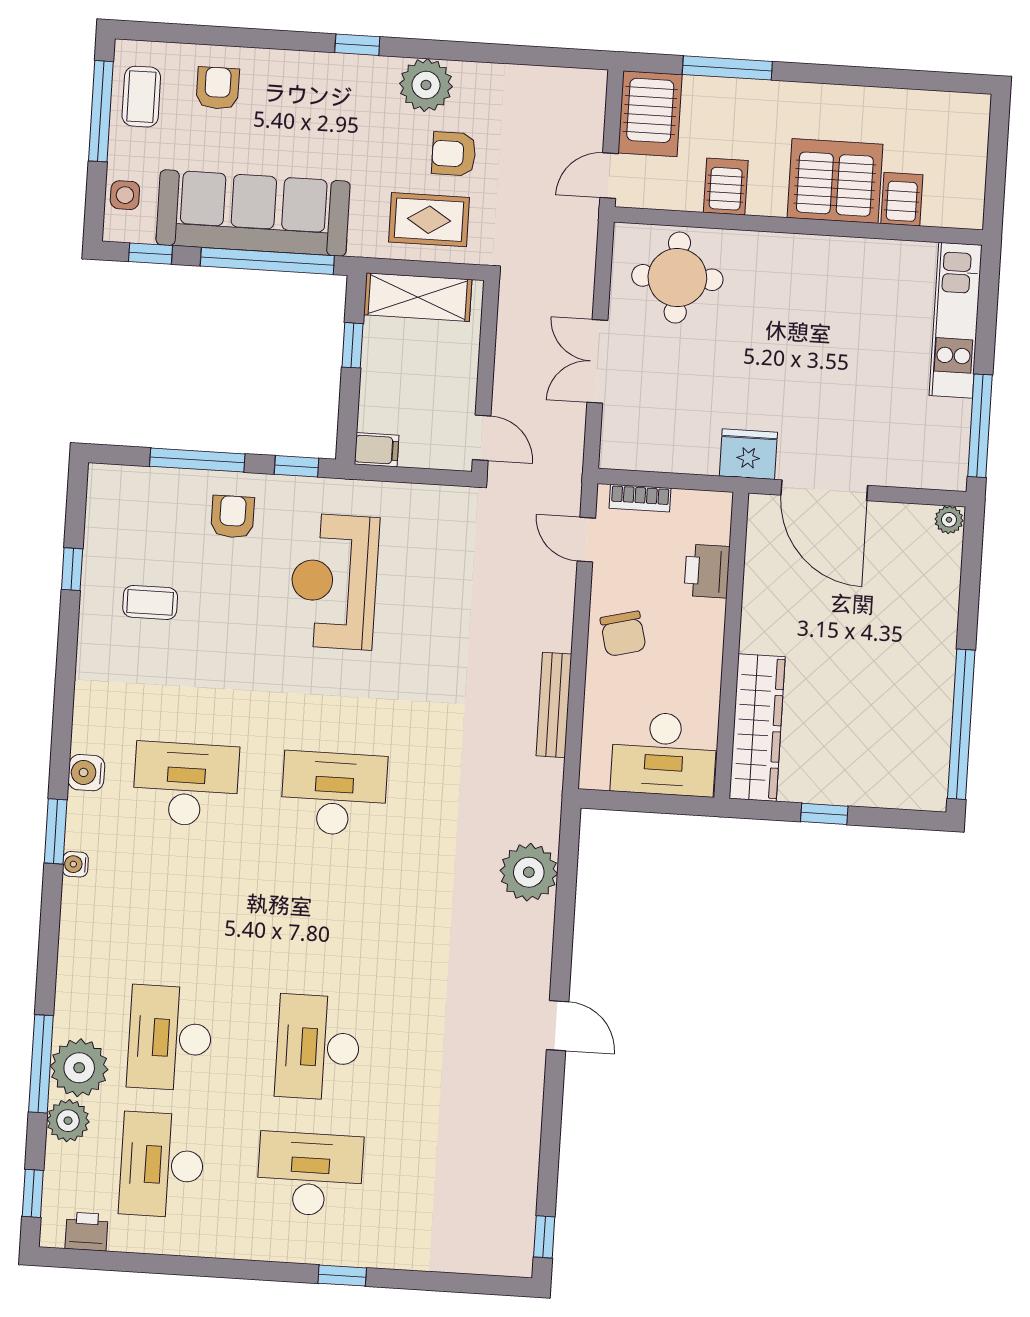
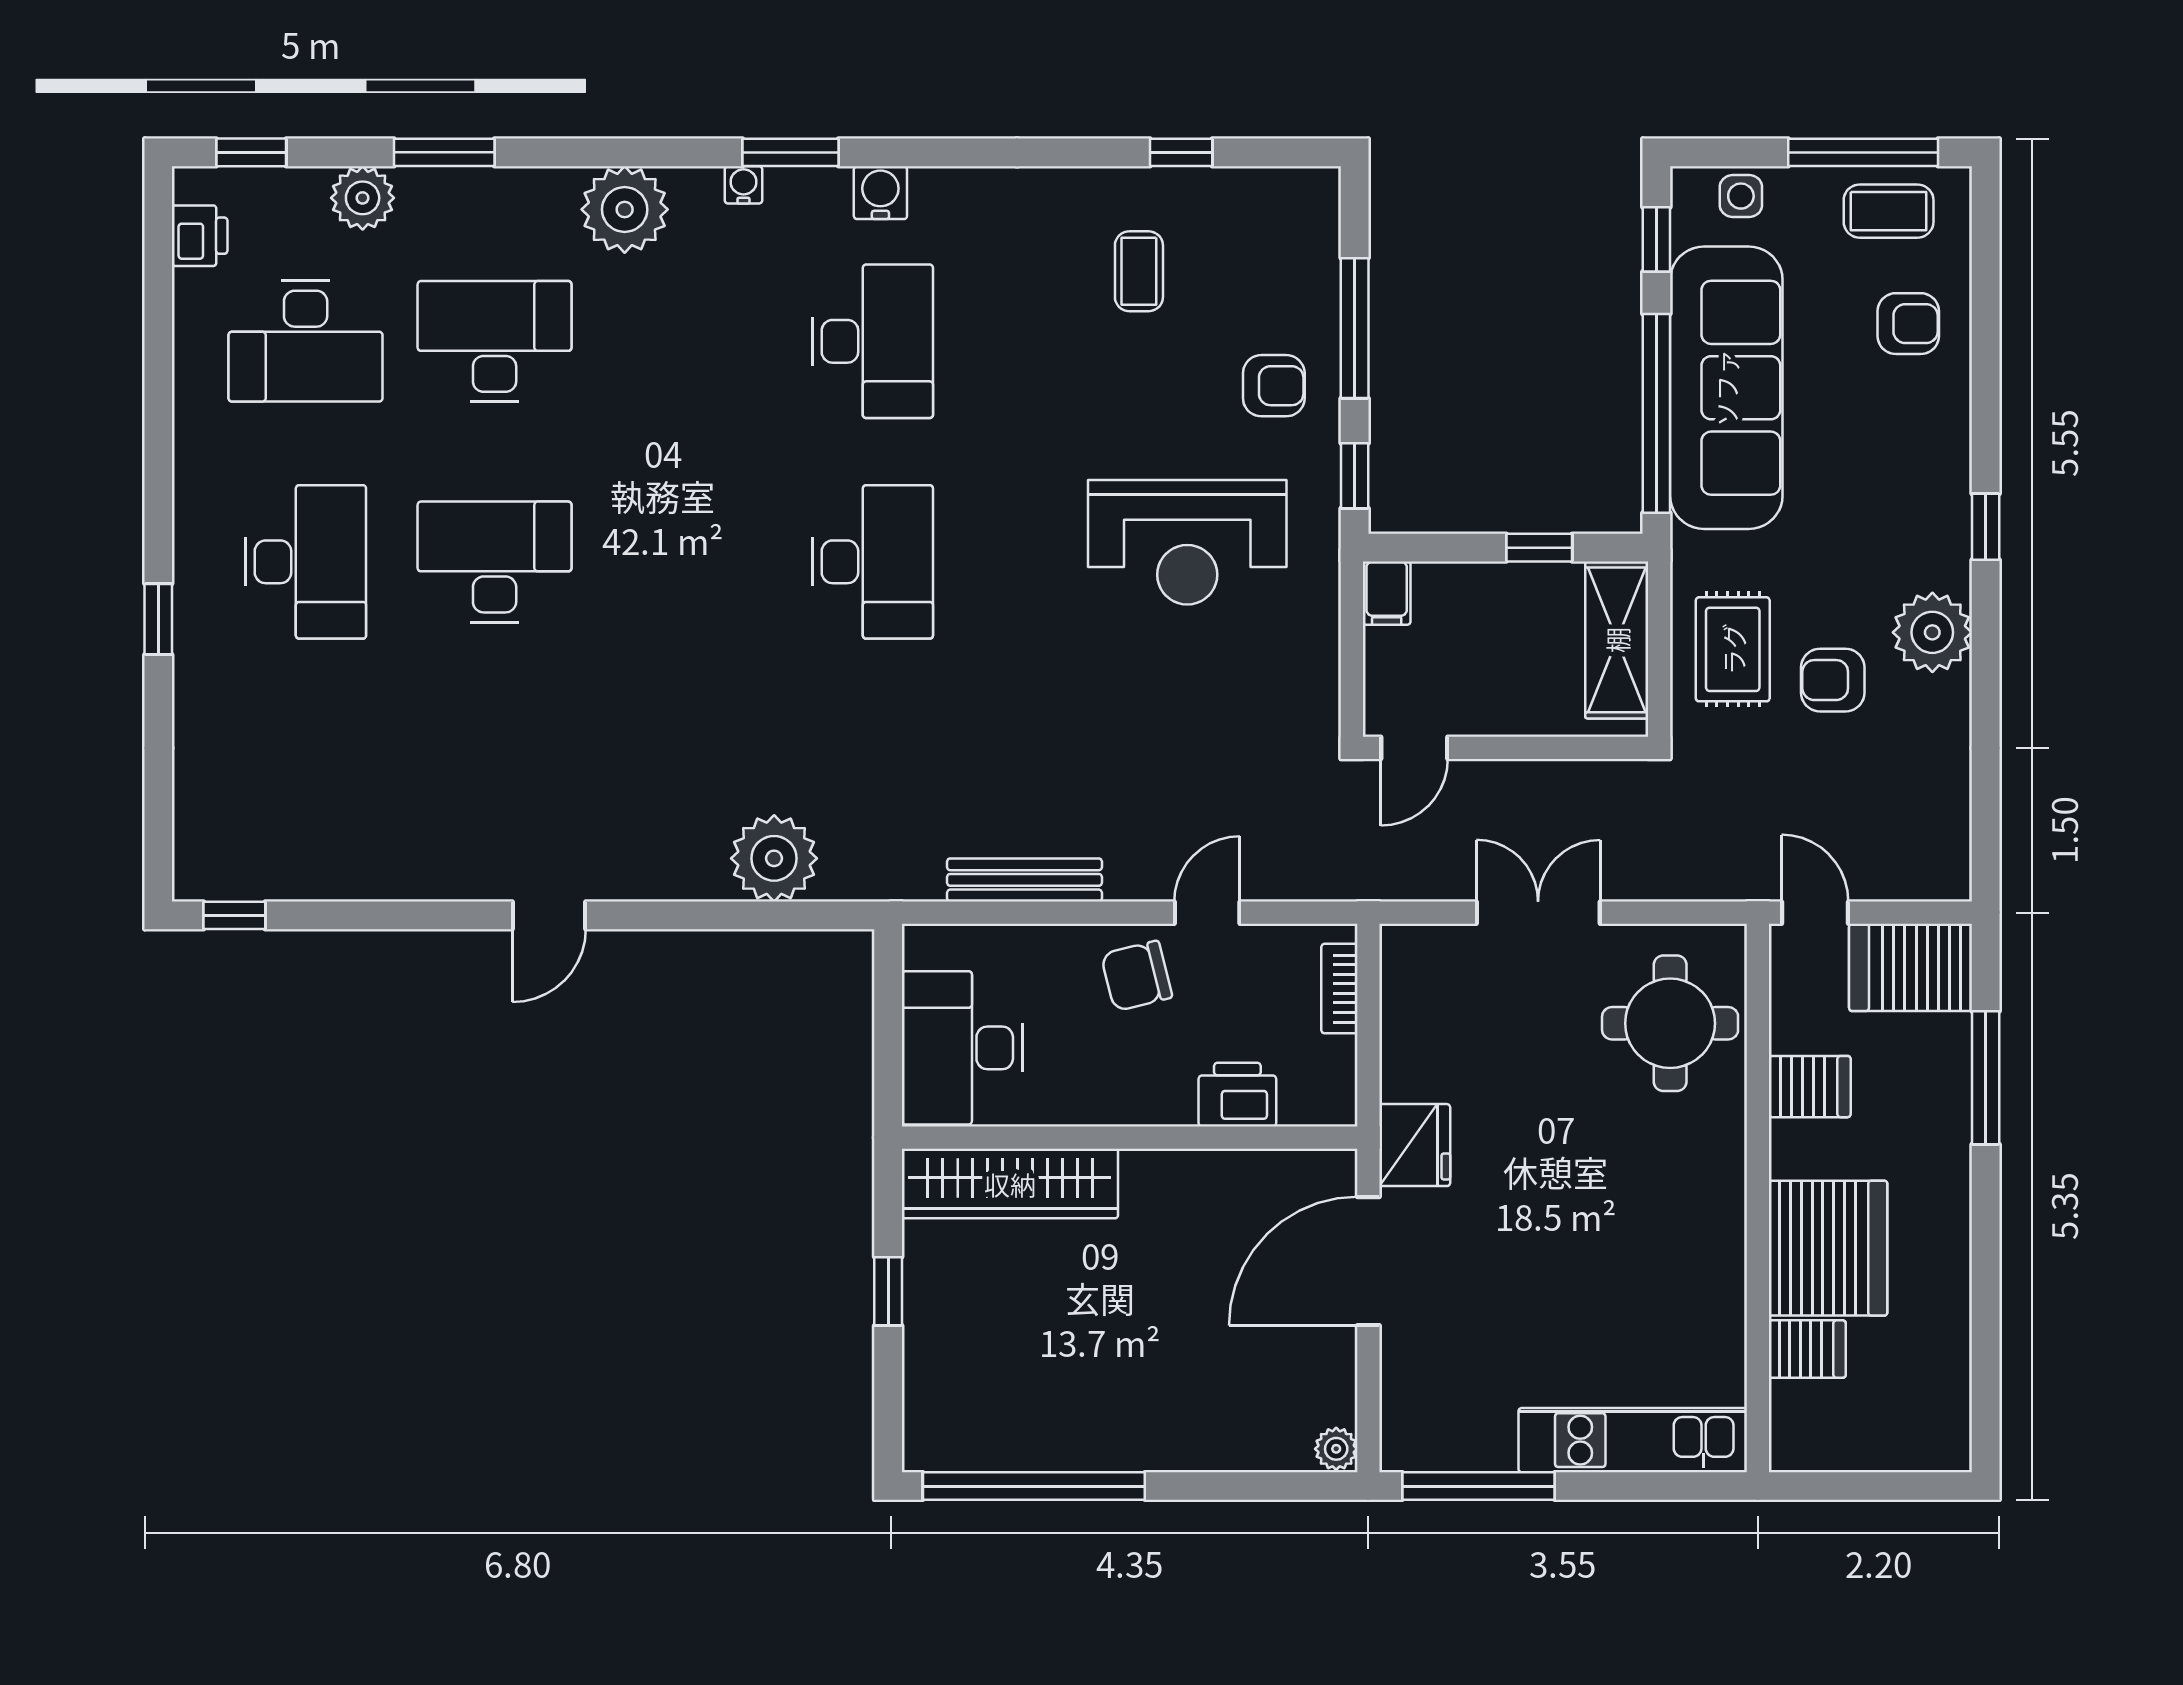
armchair: (454, 154) -> (1833, 680), turned -90
door: (586, 540) -> (1207, 913), moved
reception desk: (334, 581) -> (1187, 542), turned 180
window: (41, 1064) -> (444, 152), width x0.69
plant: (79, 1068) -> (625, 209), moved
desk: (162, 1165) -> (306, 341), turned 180

